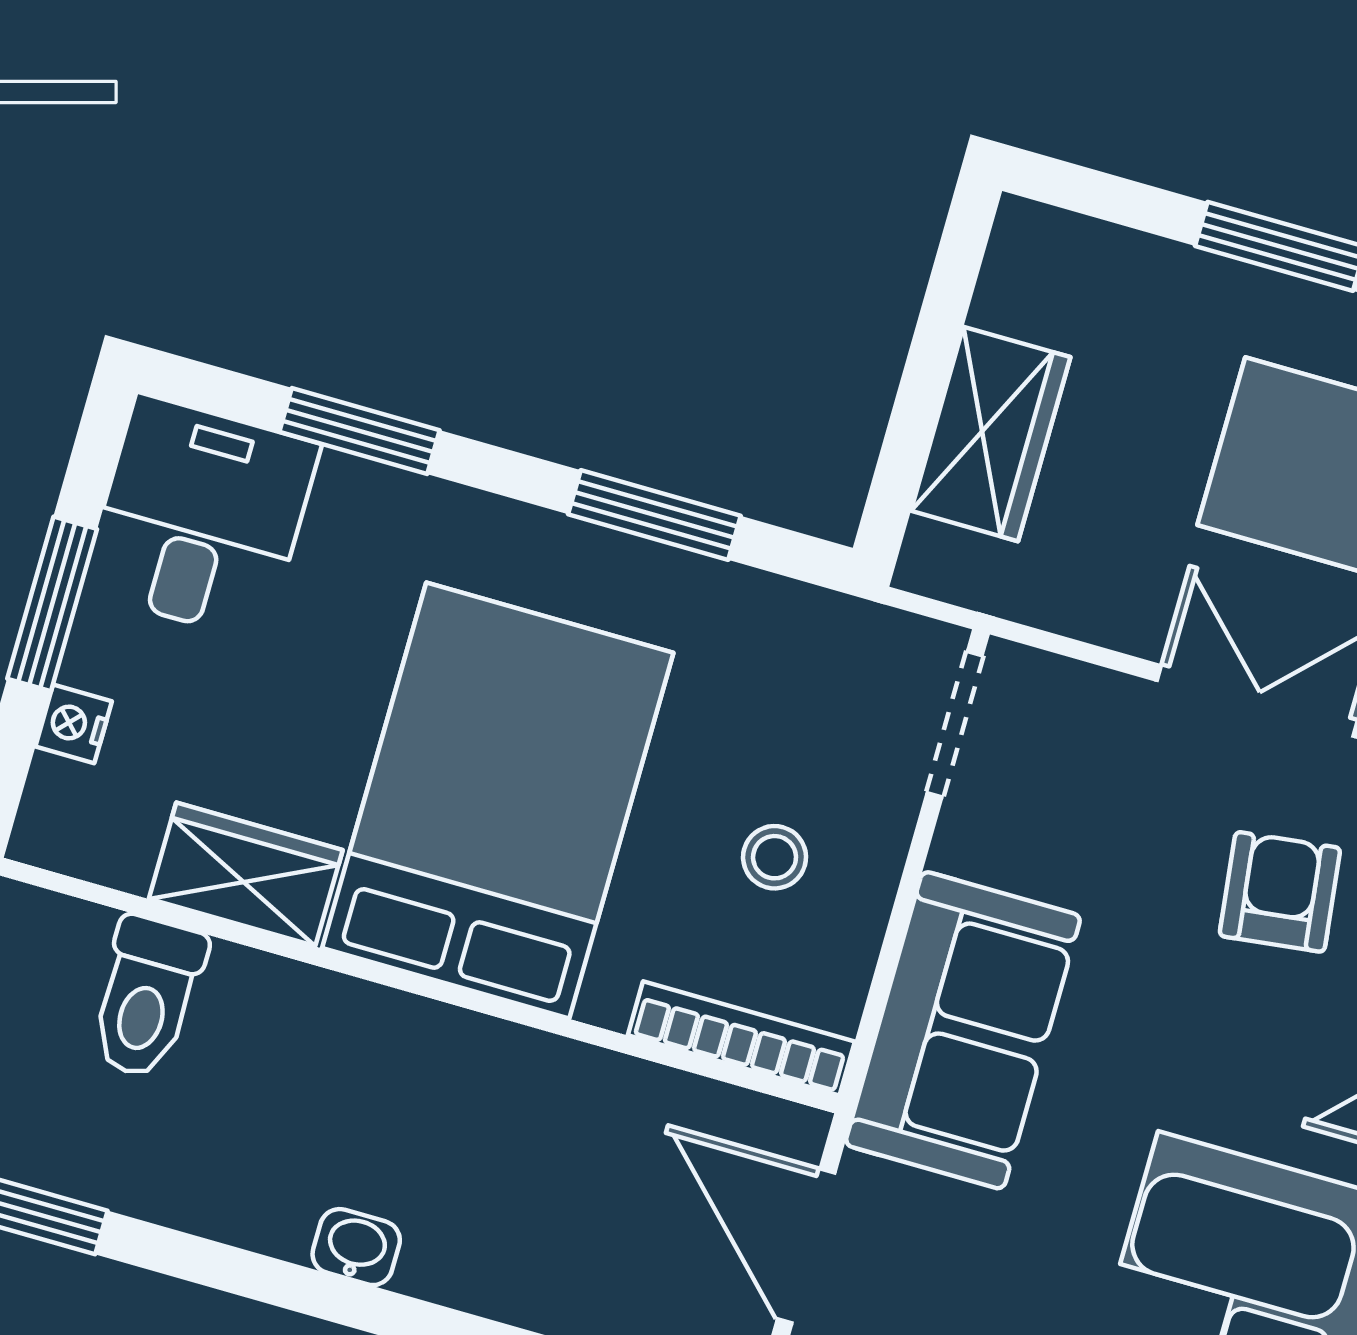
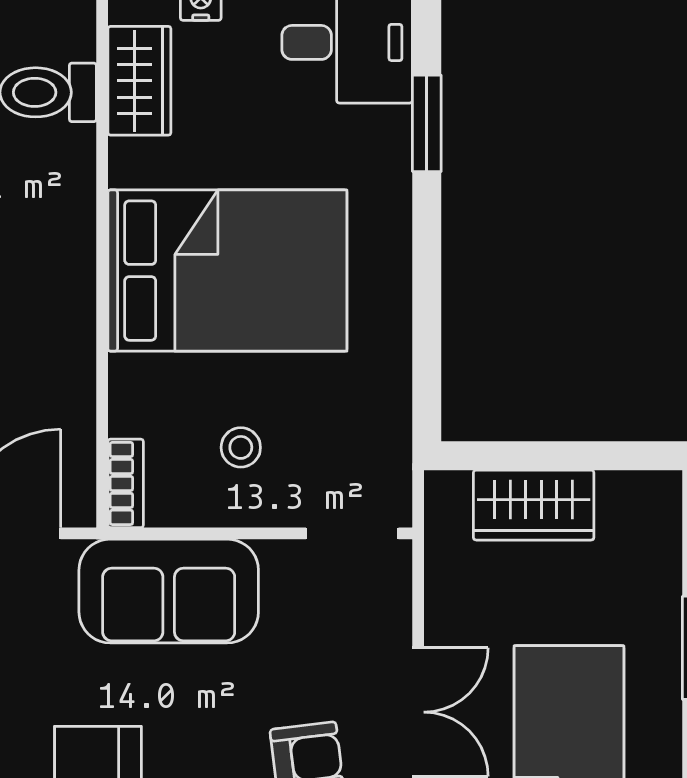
window: (654, 515) -> (427, 316), removed
wardrobe: (246, 874) -> (139, 81), moved
bookcase: (741, 1038) -> (126, 483), width x0.64

